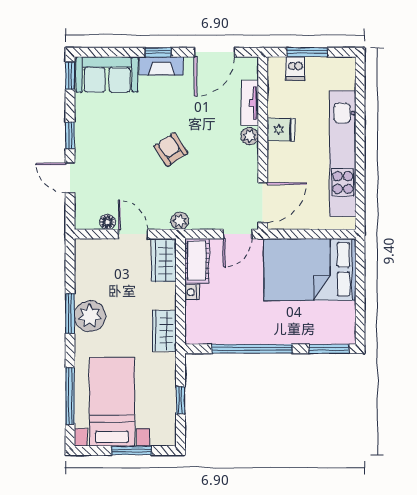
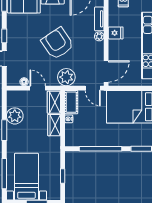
armchair: (171, 149) -> (57, 43), width x1.88, depth x1.88
plant: (180, 221) -> (66, 77), width x1.88, depth x1.88
door: (238, 234) -> (93, 88), hinge flipped
plant: (90, 316) -> (15, 116), moved
wardrobe: (164, 331) -> (54, 125), moved

